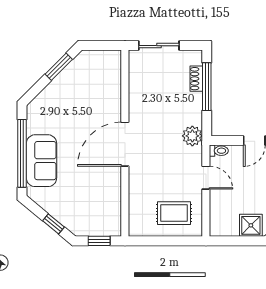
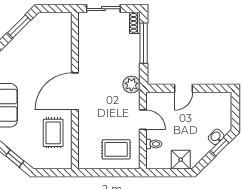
shoe rack: (196, 79) -> (135, 23), moved
toilet: (219, 151) -> (154, 144), moved
rug: (99, 193) -> (53, 133), added
window: (99, 241) -> (53, 173), removed

